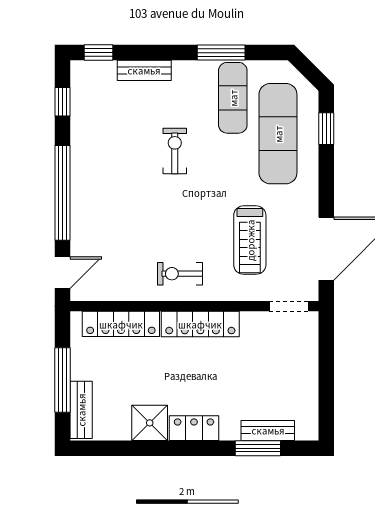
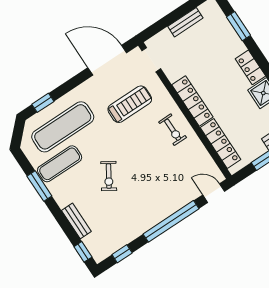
exercise bike: (175, 151) -> (109, 176), turned -58
bench: (268, 430) -> (185, 22), moved, turned 90

